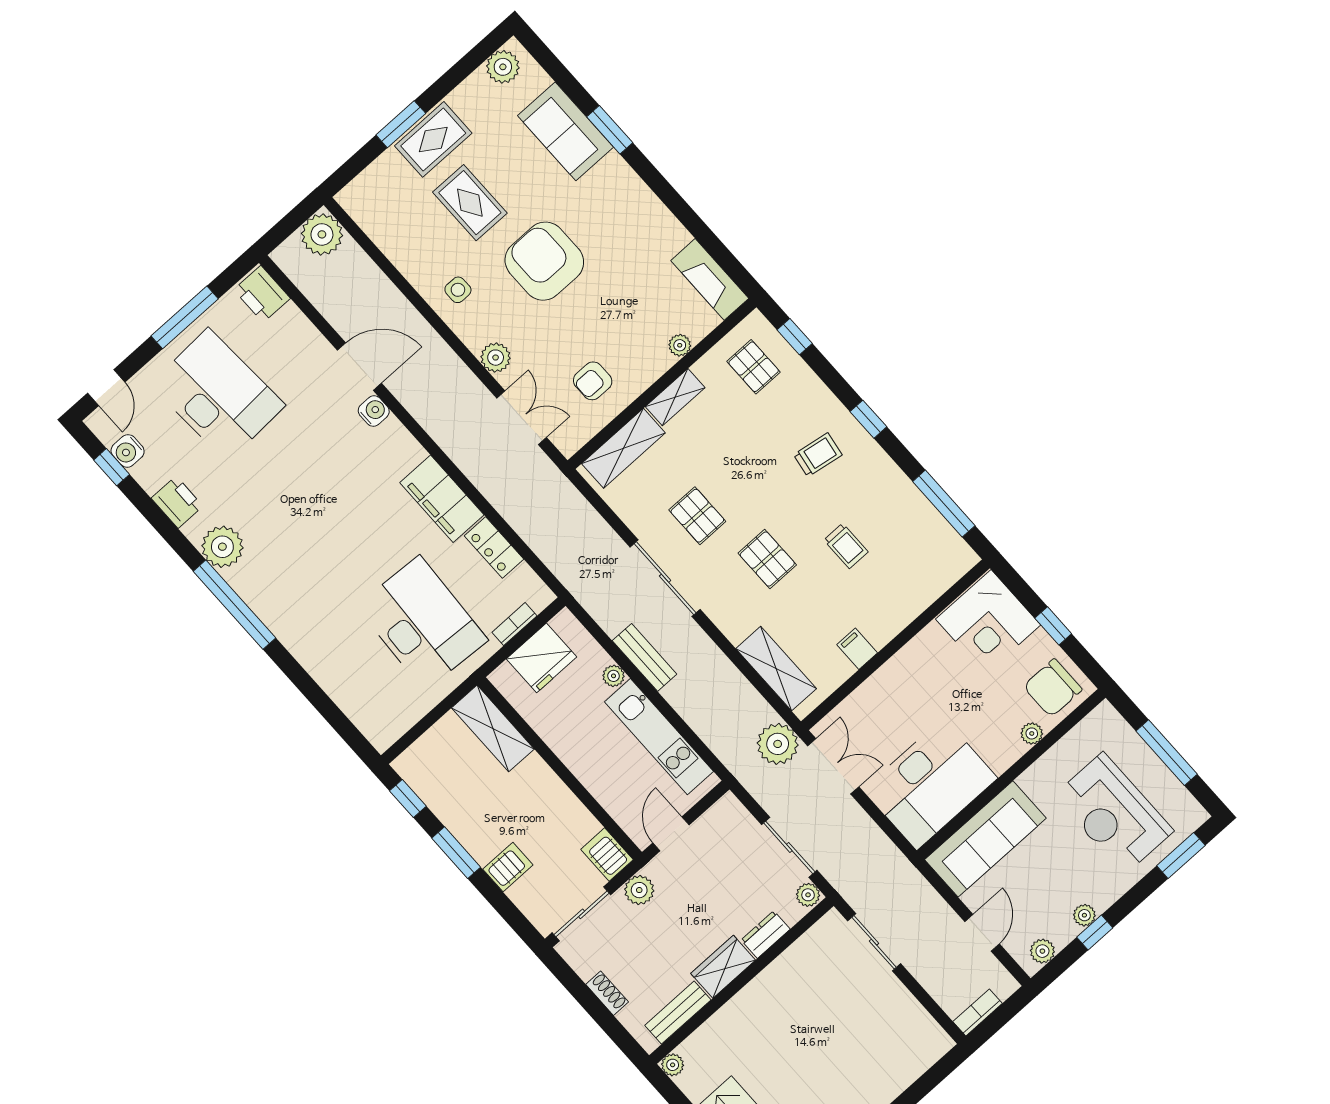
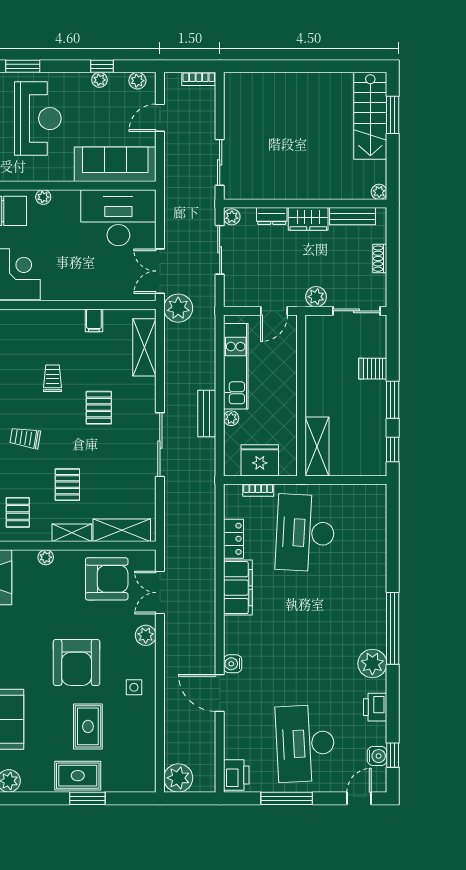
armchair: (593, 381) -> (107, 579), width x1.88, depth x1.88
pallet: (697, 516) -> (67, 485), moved
server rack: (607, 854) -> (316, 330), removed

